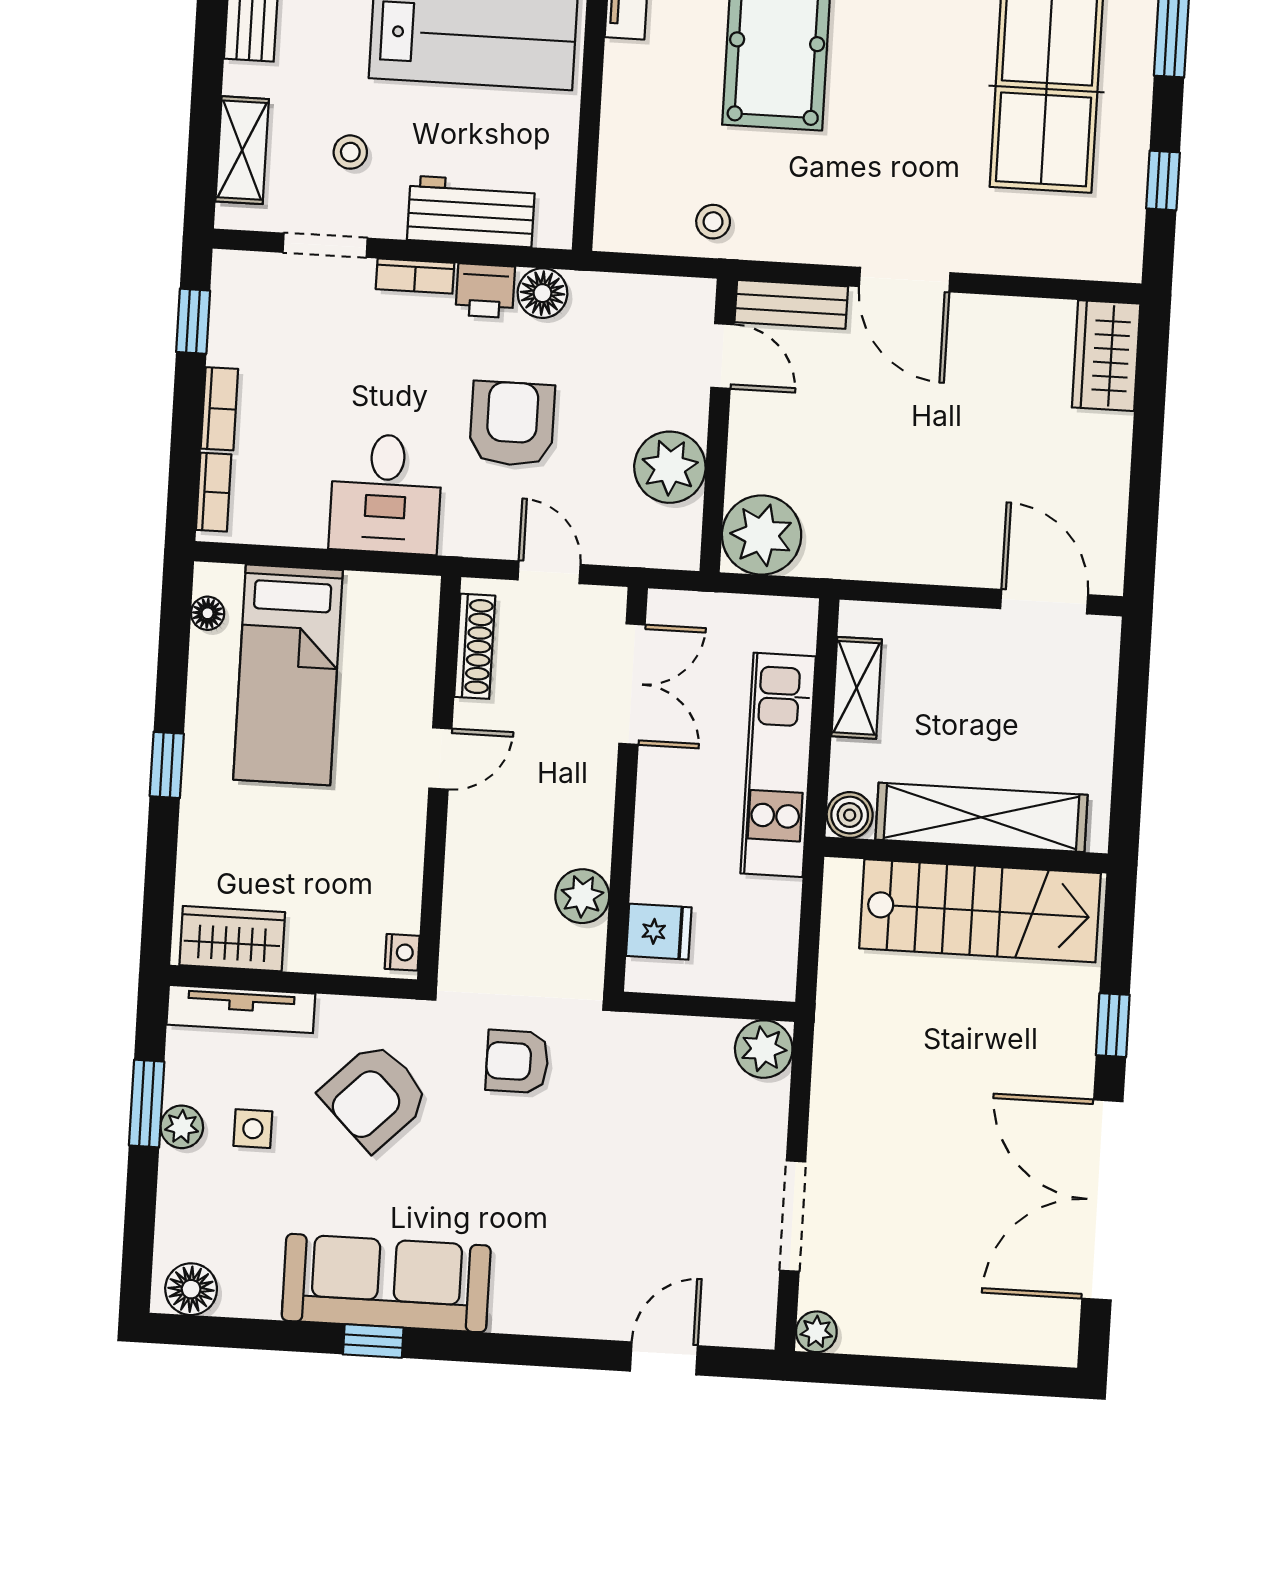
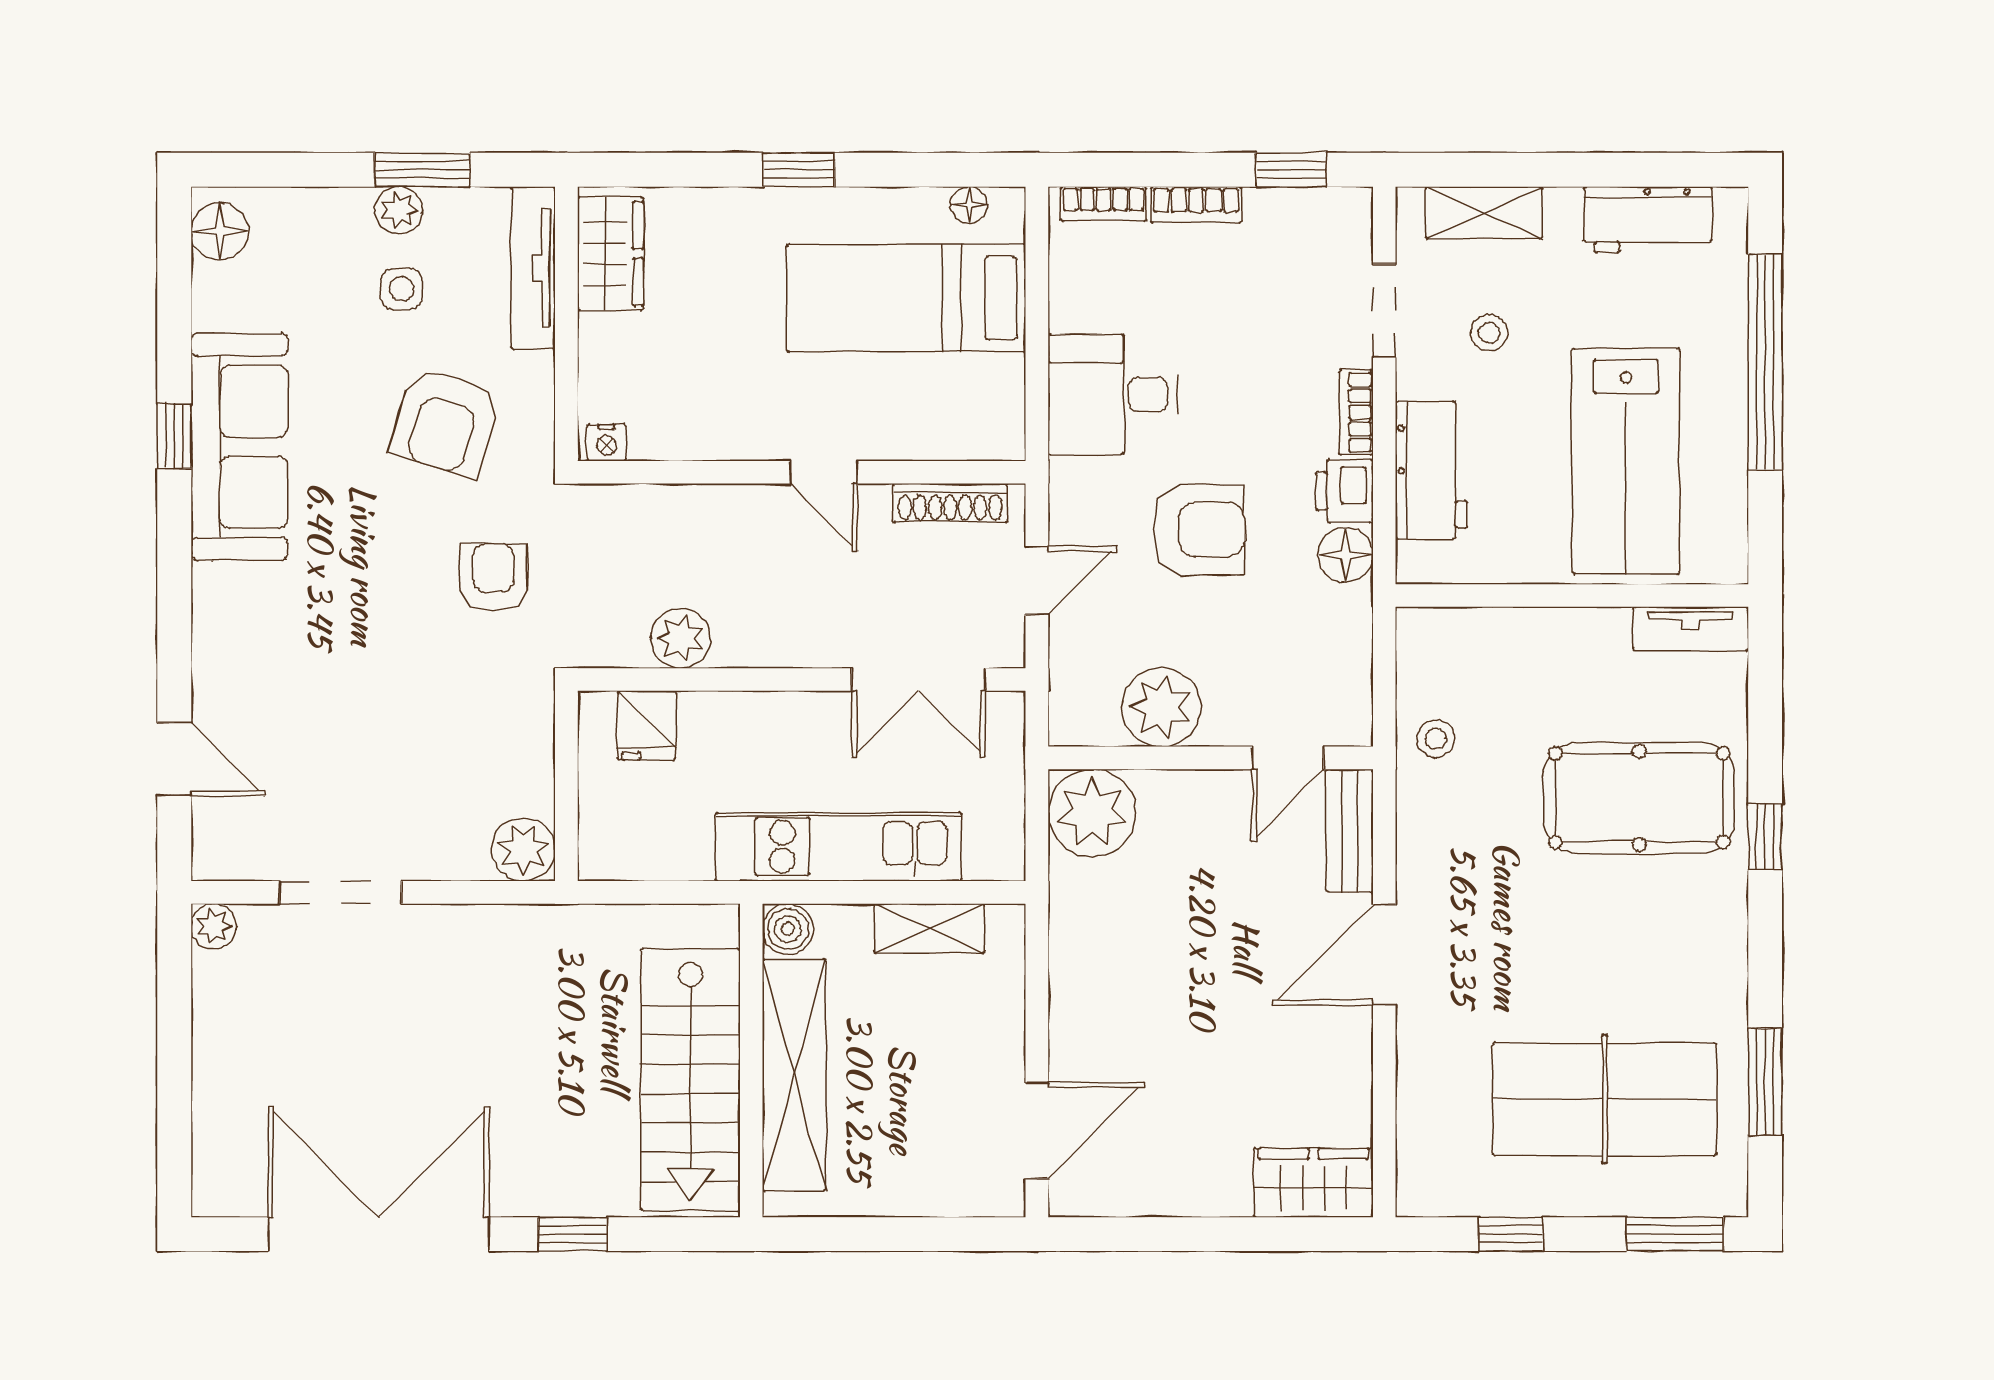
armchair: (375, 1096) -> (445, 422), turned -118

